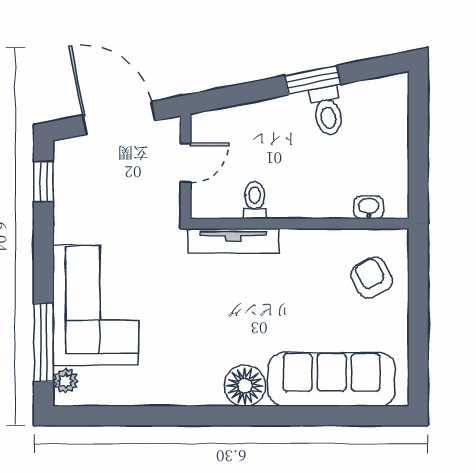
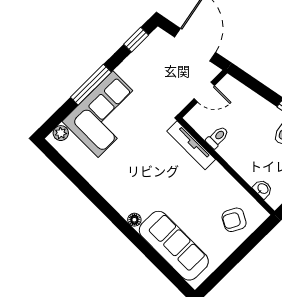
armchair: (372, 278) -> (234, 220), turned -124
window: (44, 343) -> (91, 85), moved
floor lamp: (245, 386) -> (134, 220), width x0.53, depth x0.53

